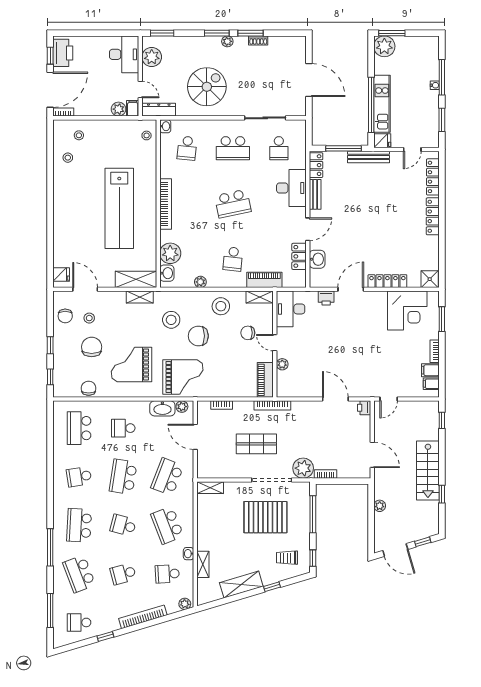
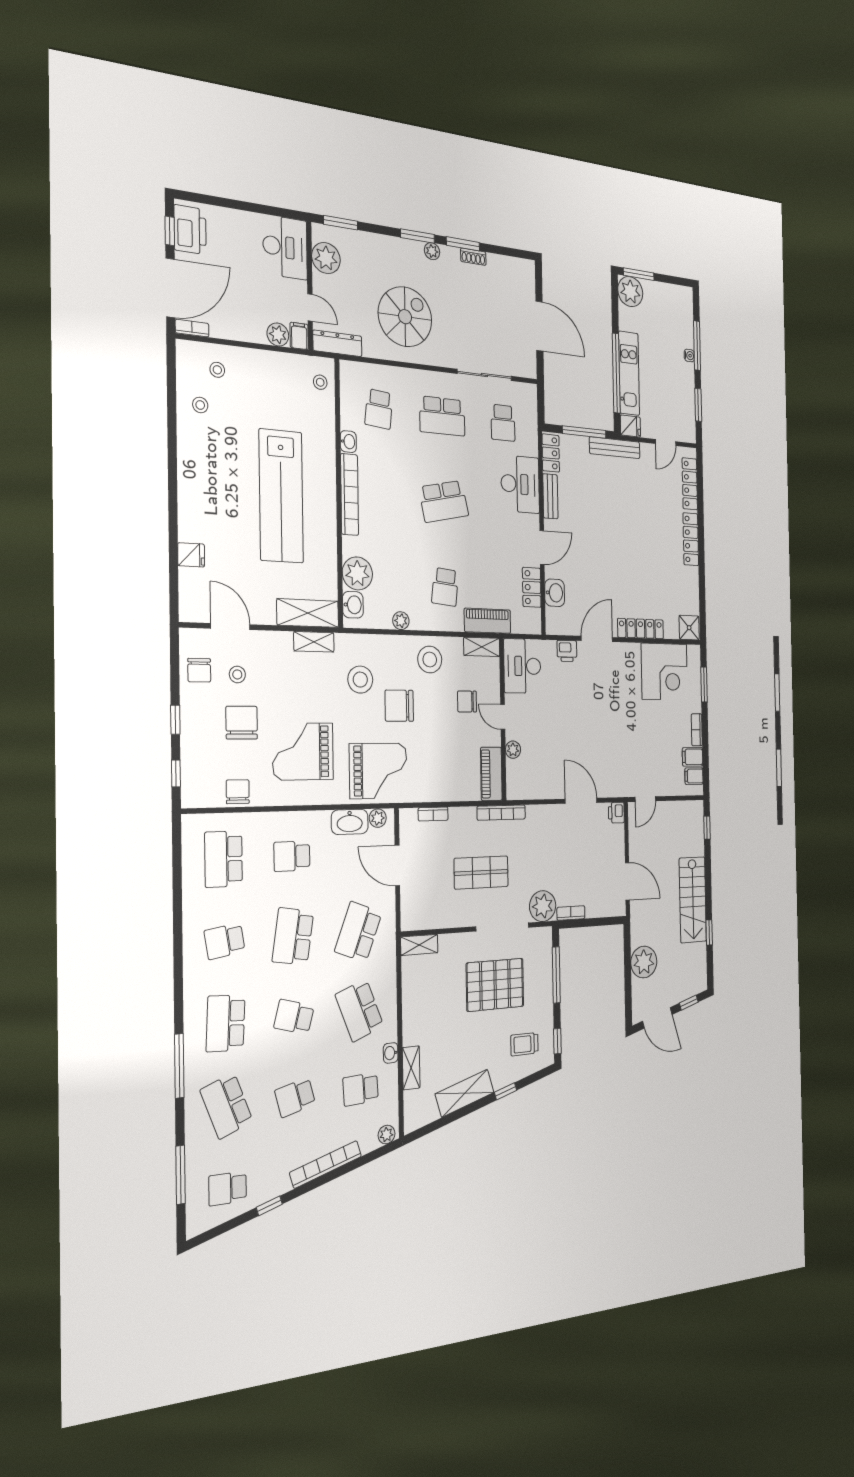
washbasin: (165, 126) -> (348, 442), moved
fridge: (61, 274) -> (191, 555), moved
plant: (380, 506) -> (644, 962), width x1.88, depth x1.88

